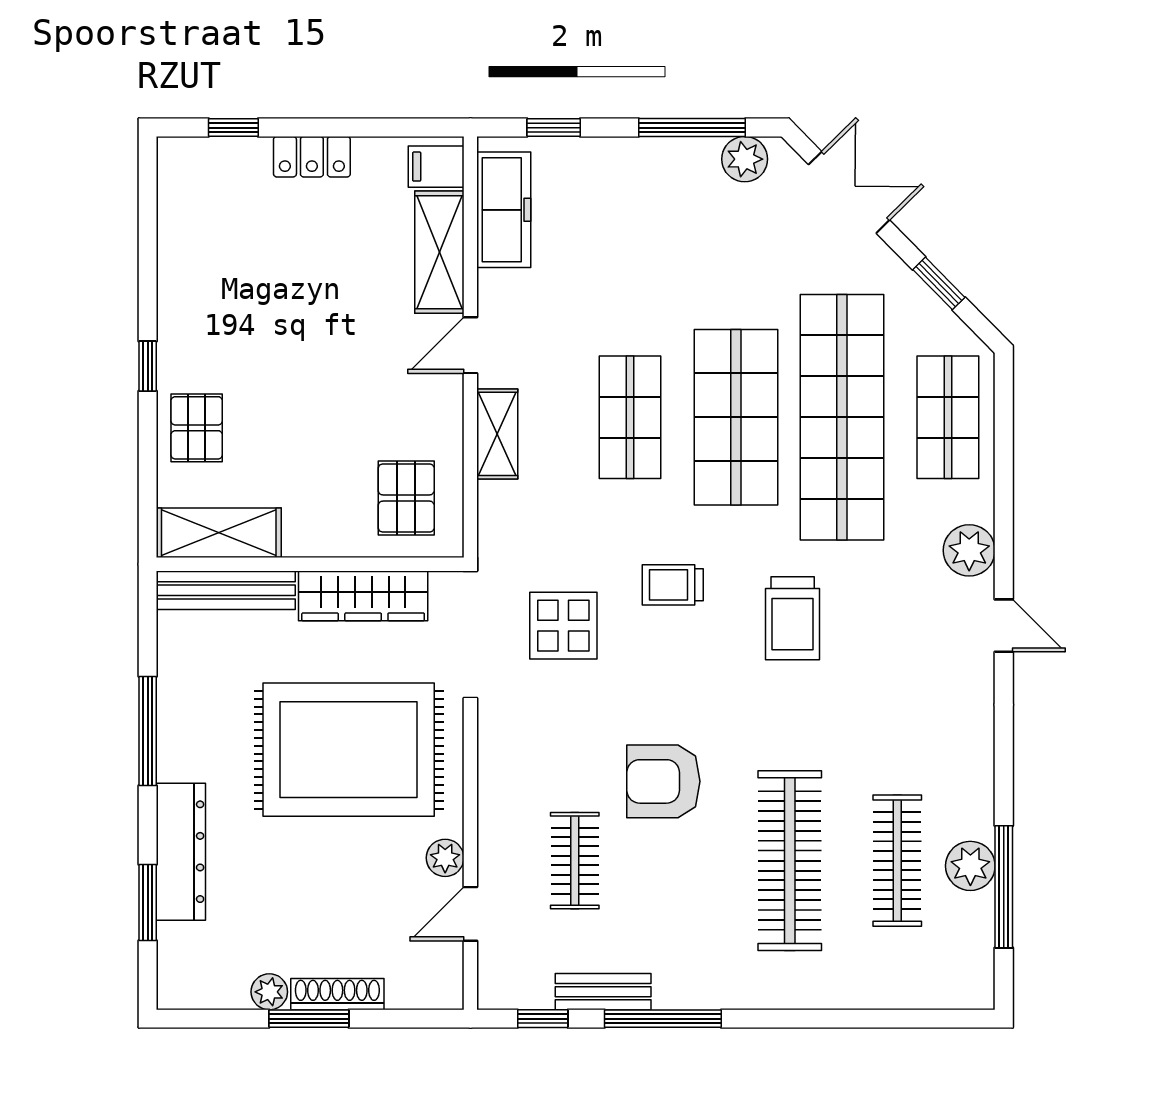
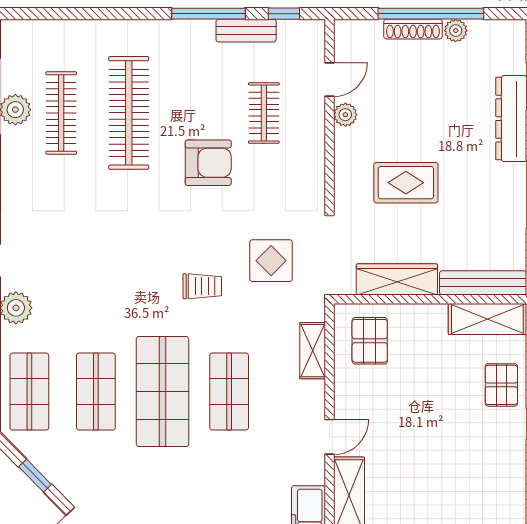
shop shelf: (842, 417) -> (96, 392), width x0.50, depth x0.74
shelving: (497, 434) -> (313, 351), moved
trolley: (793, 618) -> (127, 265), removed
rug: (349, 750) -> (406, 183), width x0.54, depth x0.49
window: (309, 1019) -> (431, 14), width x2.11

